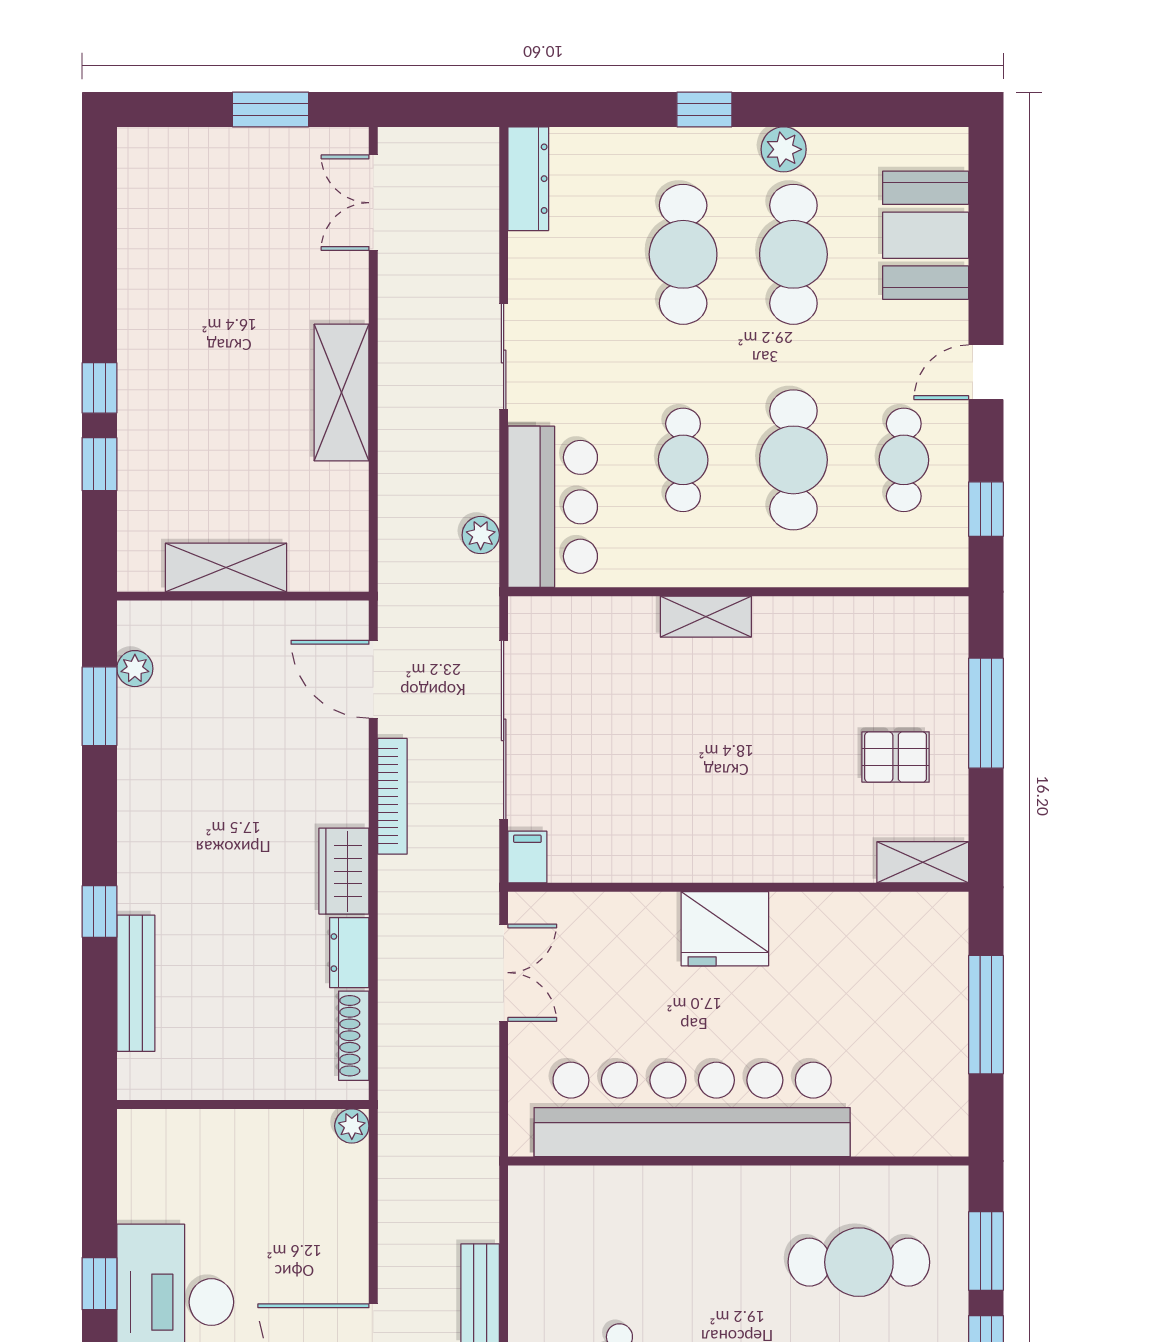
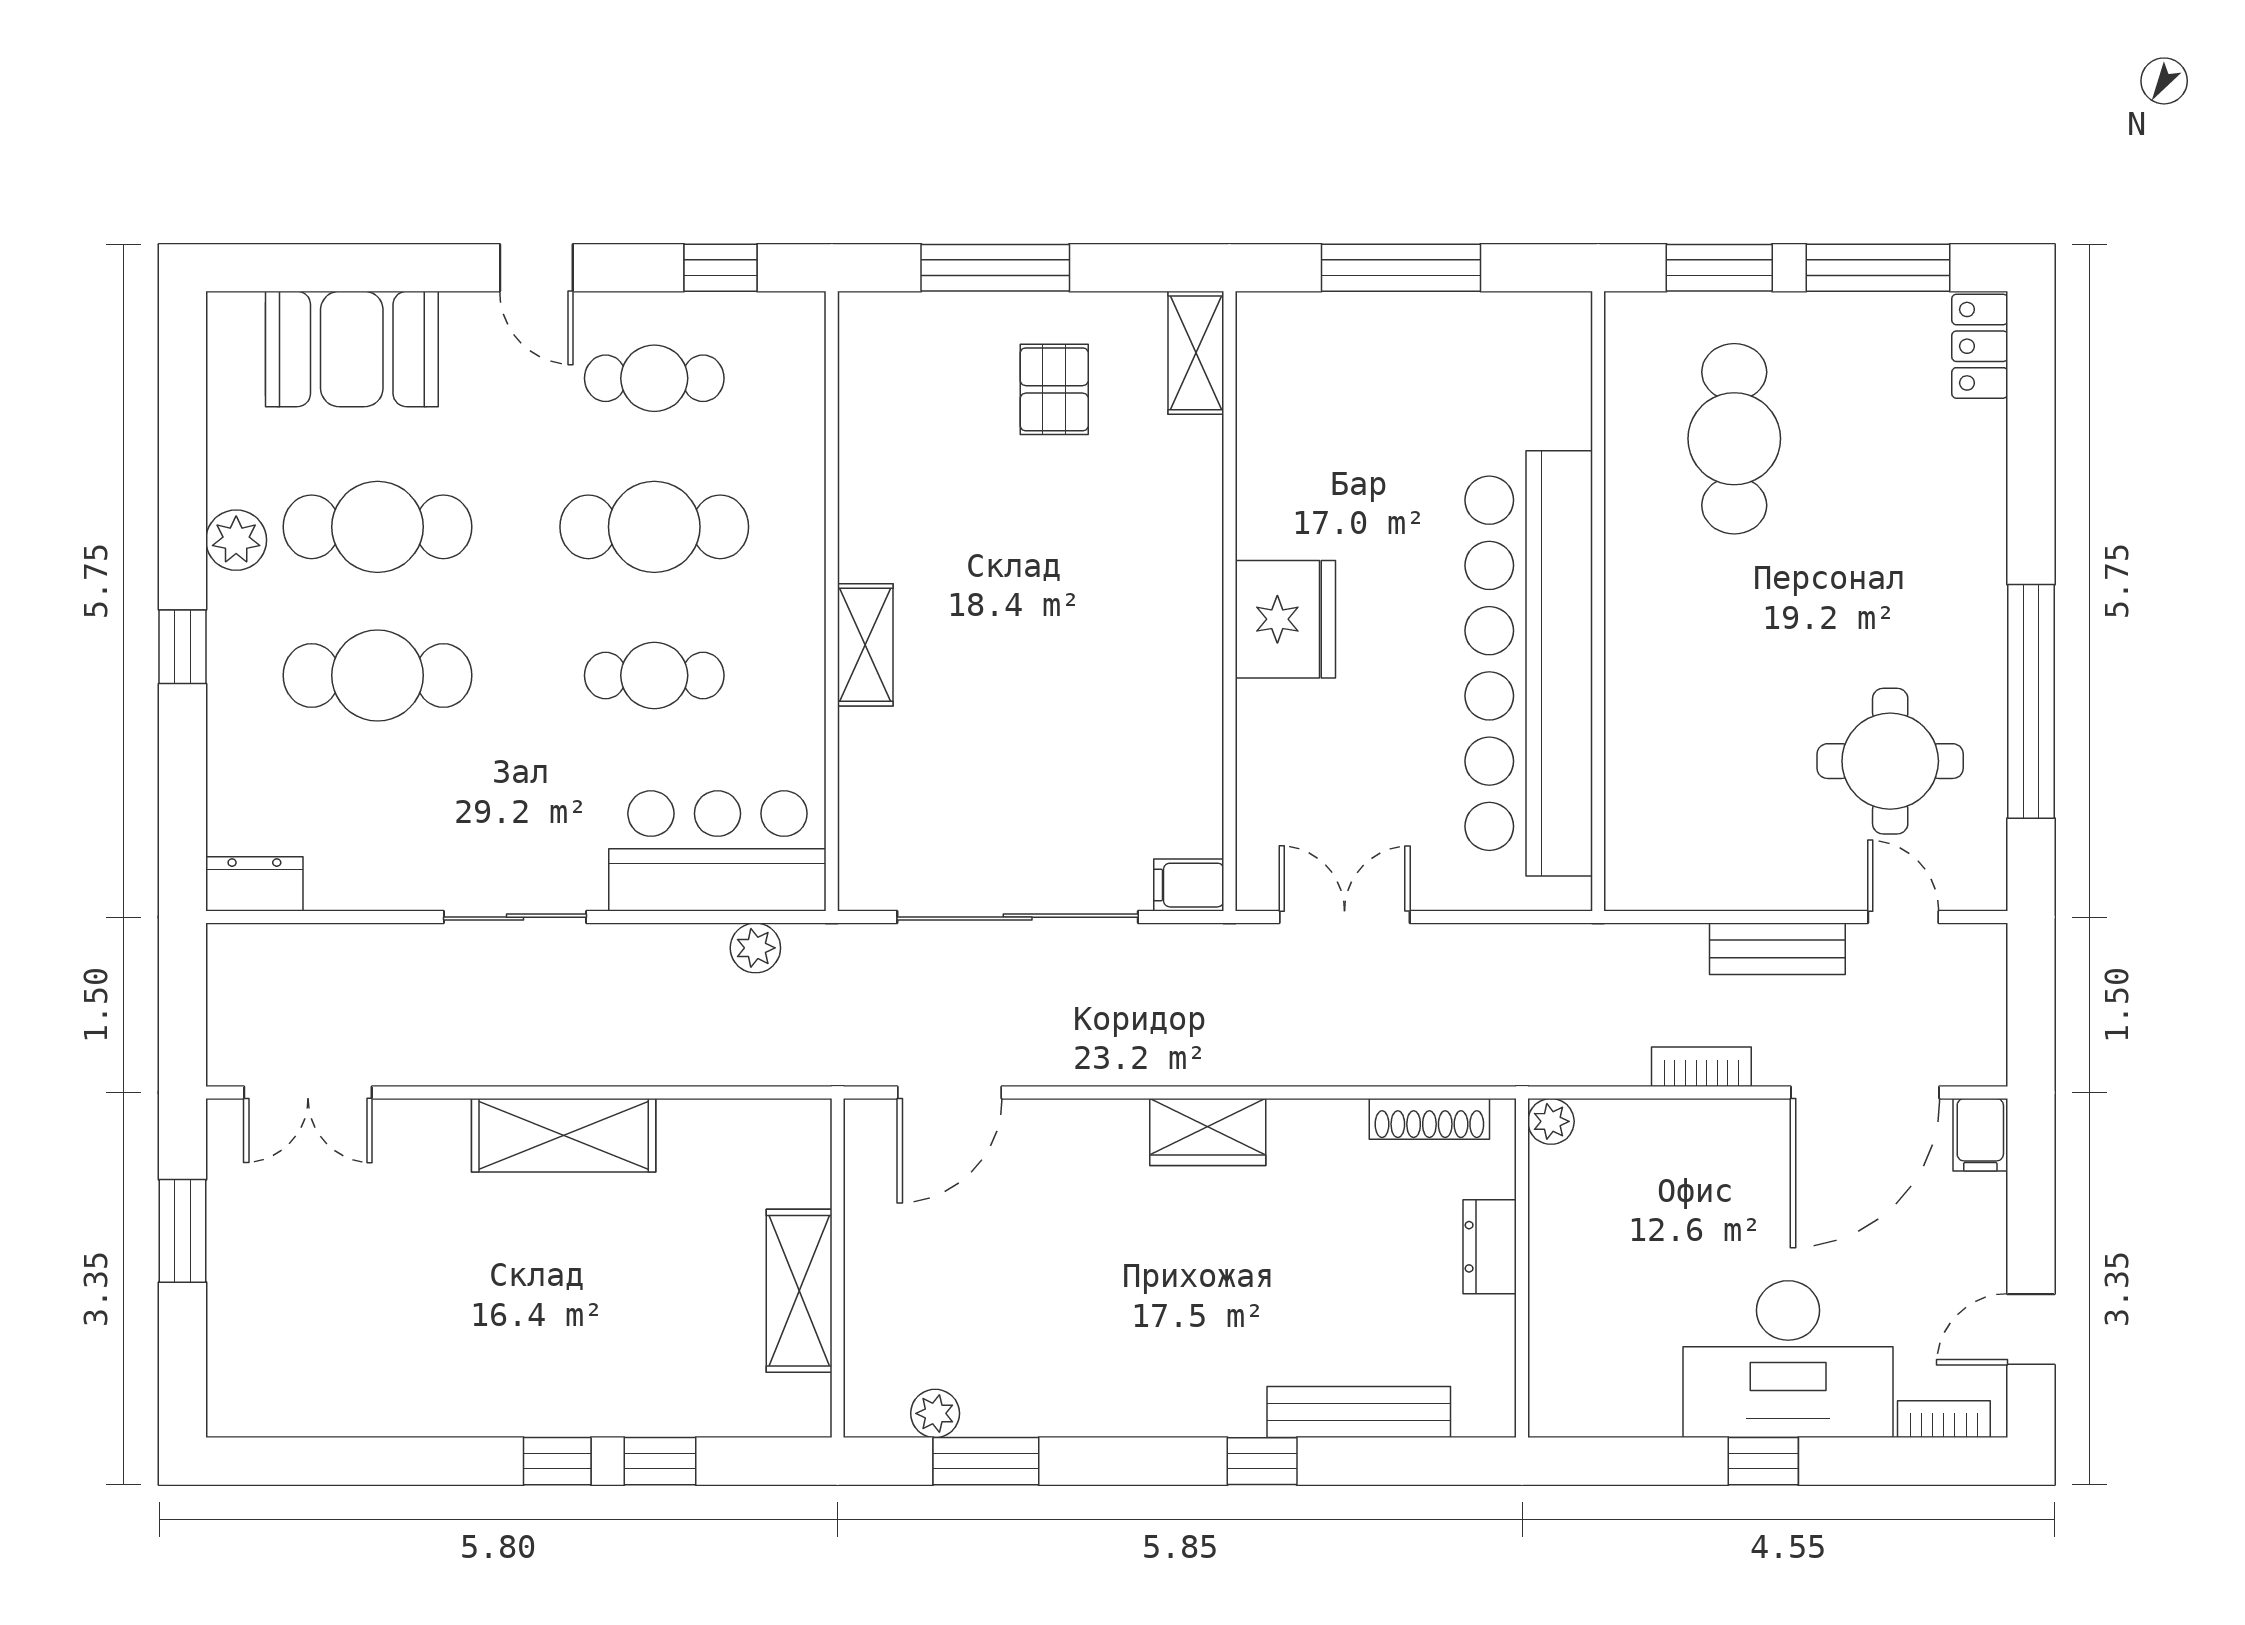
dresser: (528, 179) -> (254, 884), width x0.70
bookcase: (392, 796) -> (1701, 1067), moved, width x0.64
dresser: (349, 953) -> (1490, 1247), moved, turned 90

